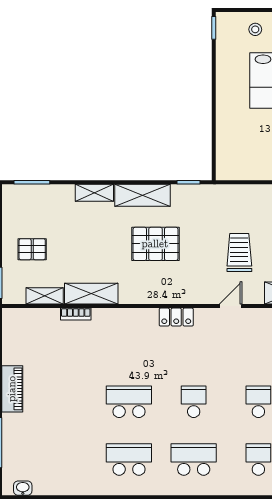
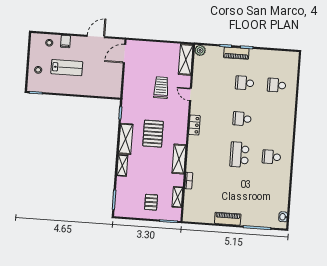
trolley: (239, 252) -> (161, 88), turned 90
shelving: (91, 294) -> (179, 159), moved
school desk: (129, 459) -> (271, 157), width x0.54
school desk: (194, 459) -> (274, 121), removed

